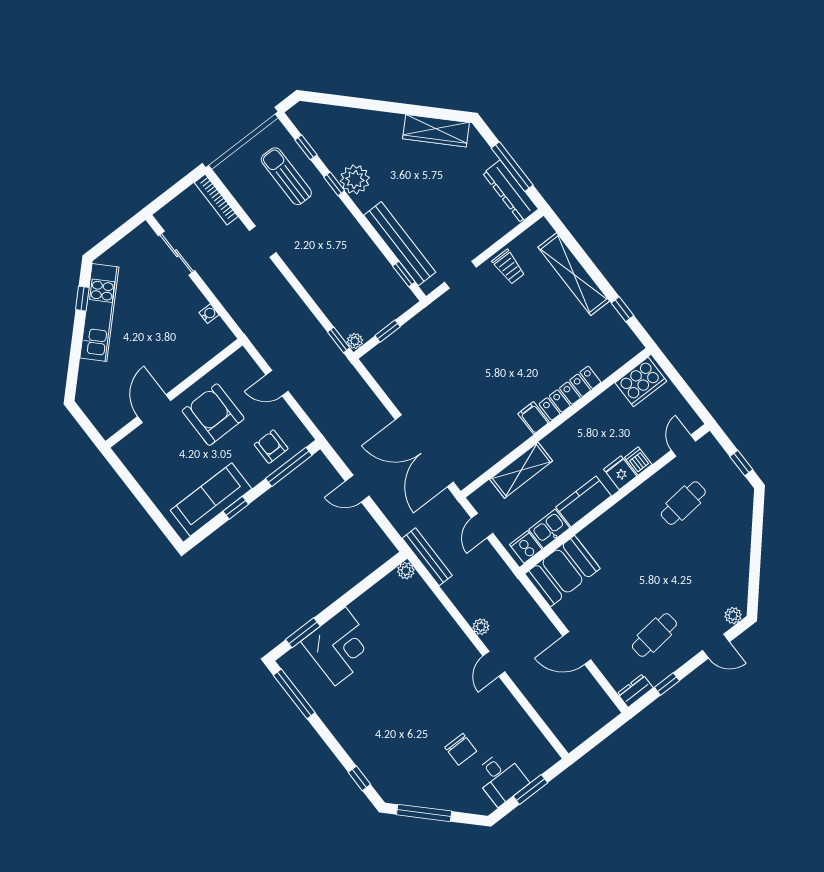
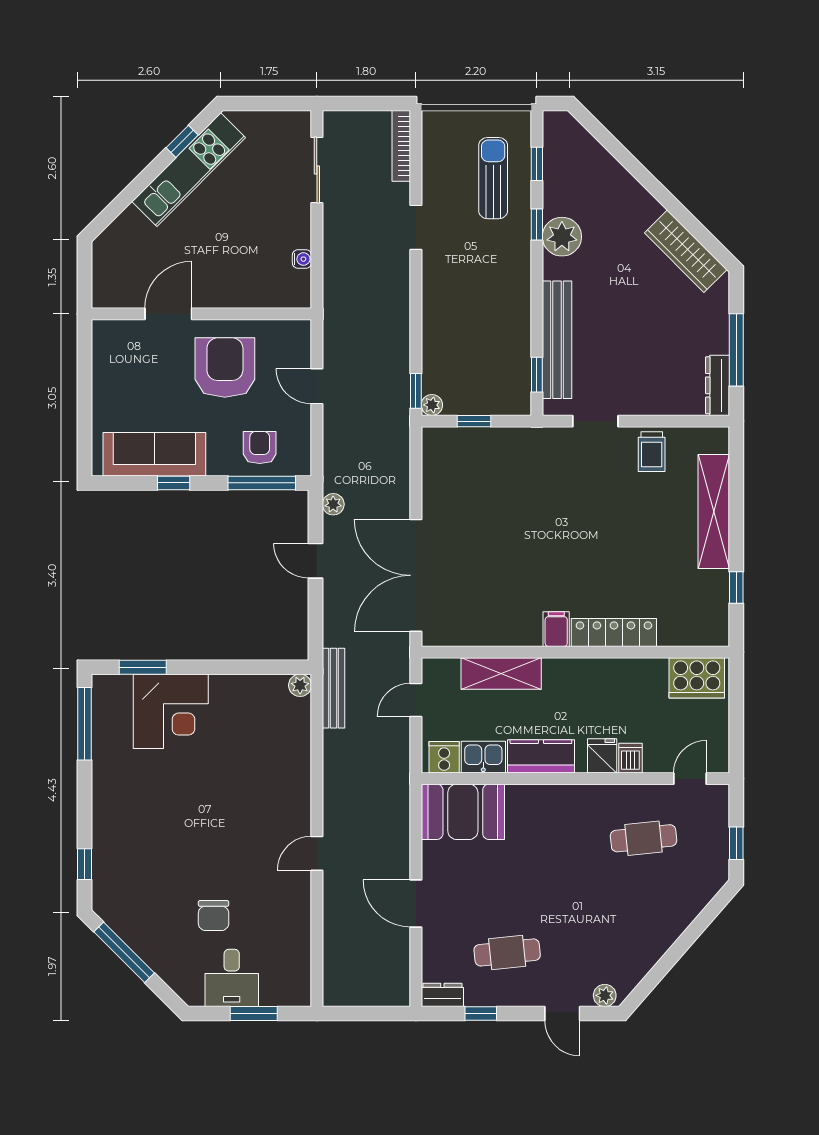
dresser: (511, 191) -> (718, 385), width x0.73, depth x0.80
plant: (481, 627) -> (333, 504), moved

